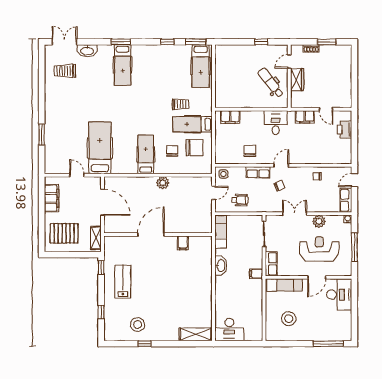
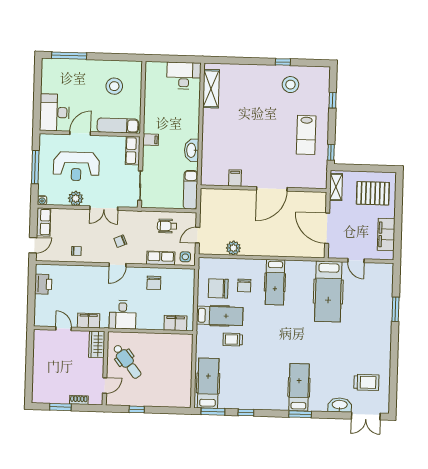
wardrobe: (297, 80) -> (97, 344), moved
printer: (345, 130) -> (43, 284), moved
row of seats: (258, 172) -> (161, 258), moved
plant: (163, 183) -> (233, 248), moved
shelving: (196, 334) -> (211, 89), moved, turned 90

